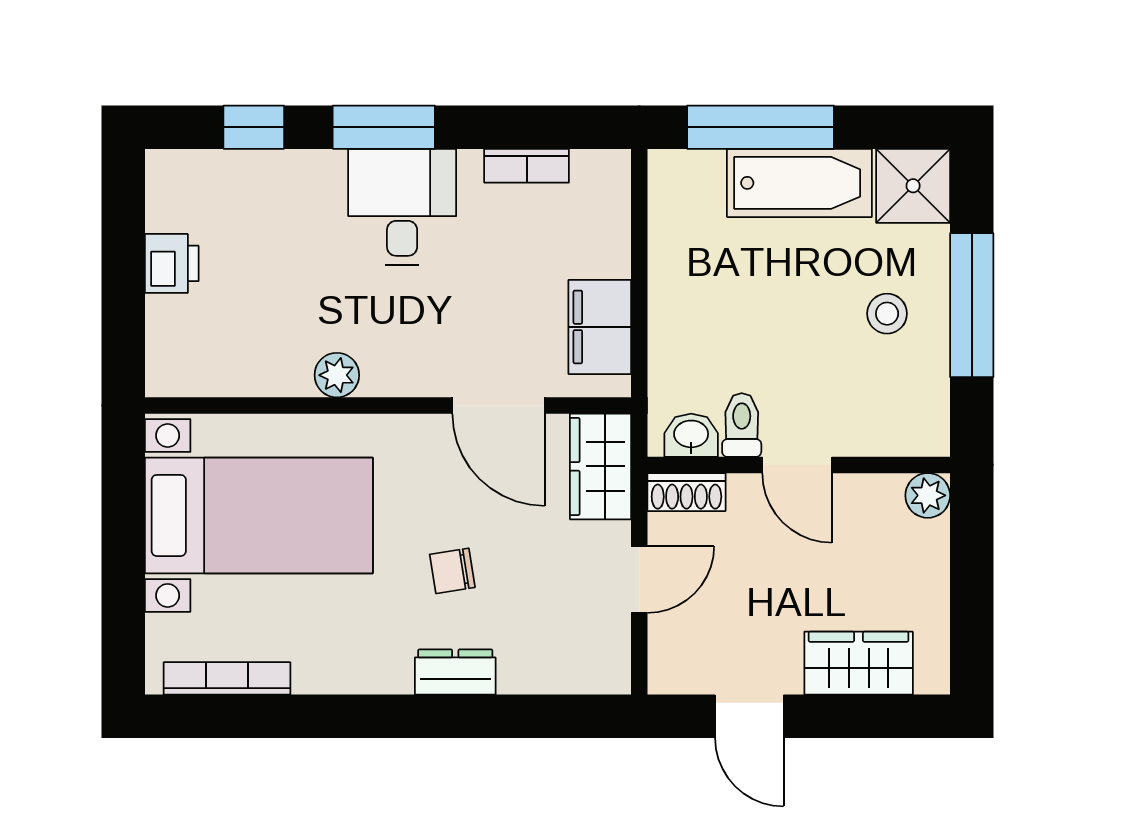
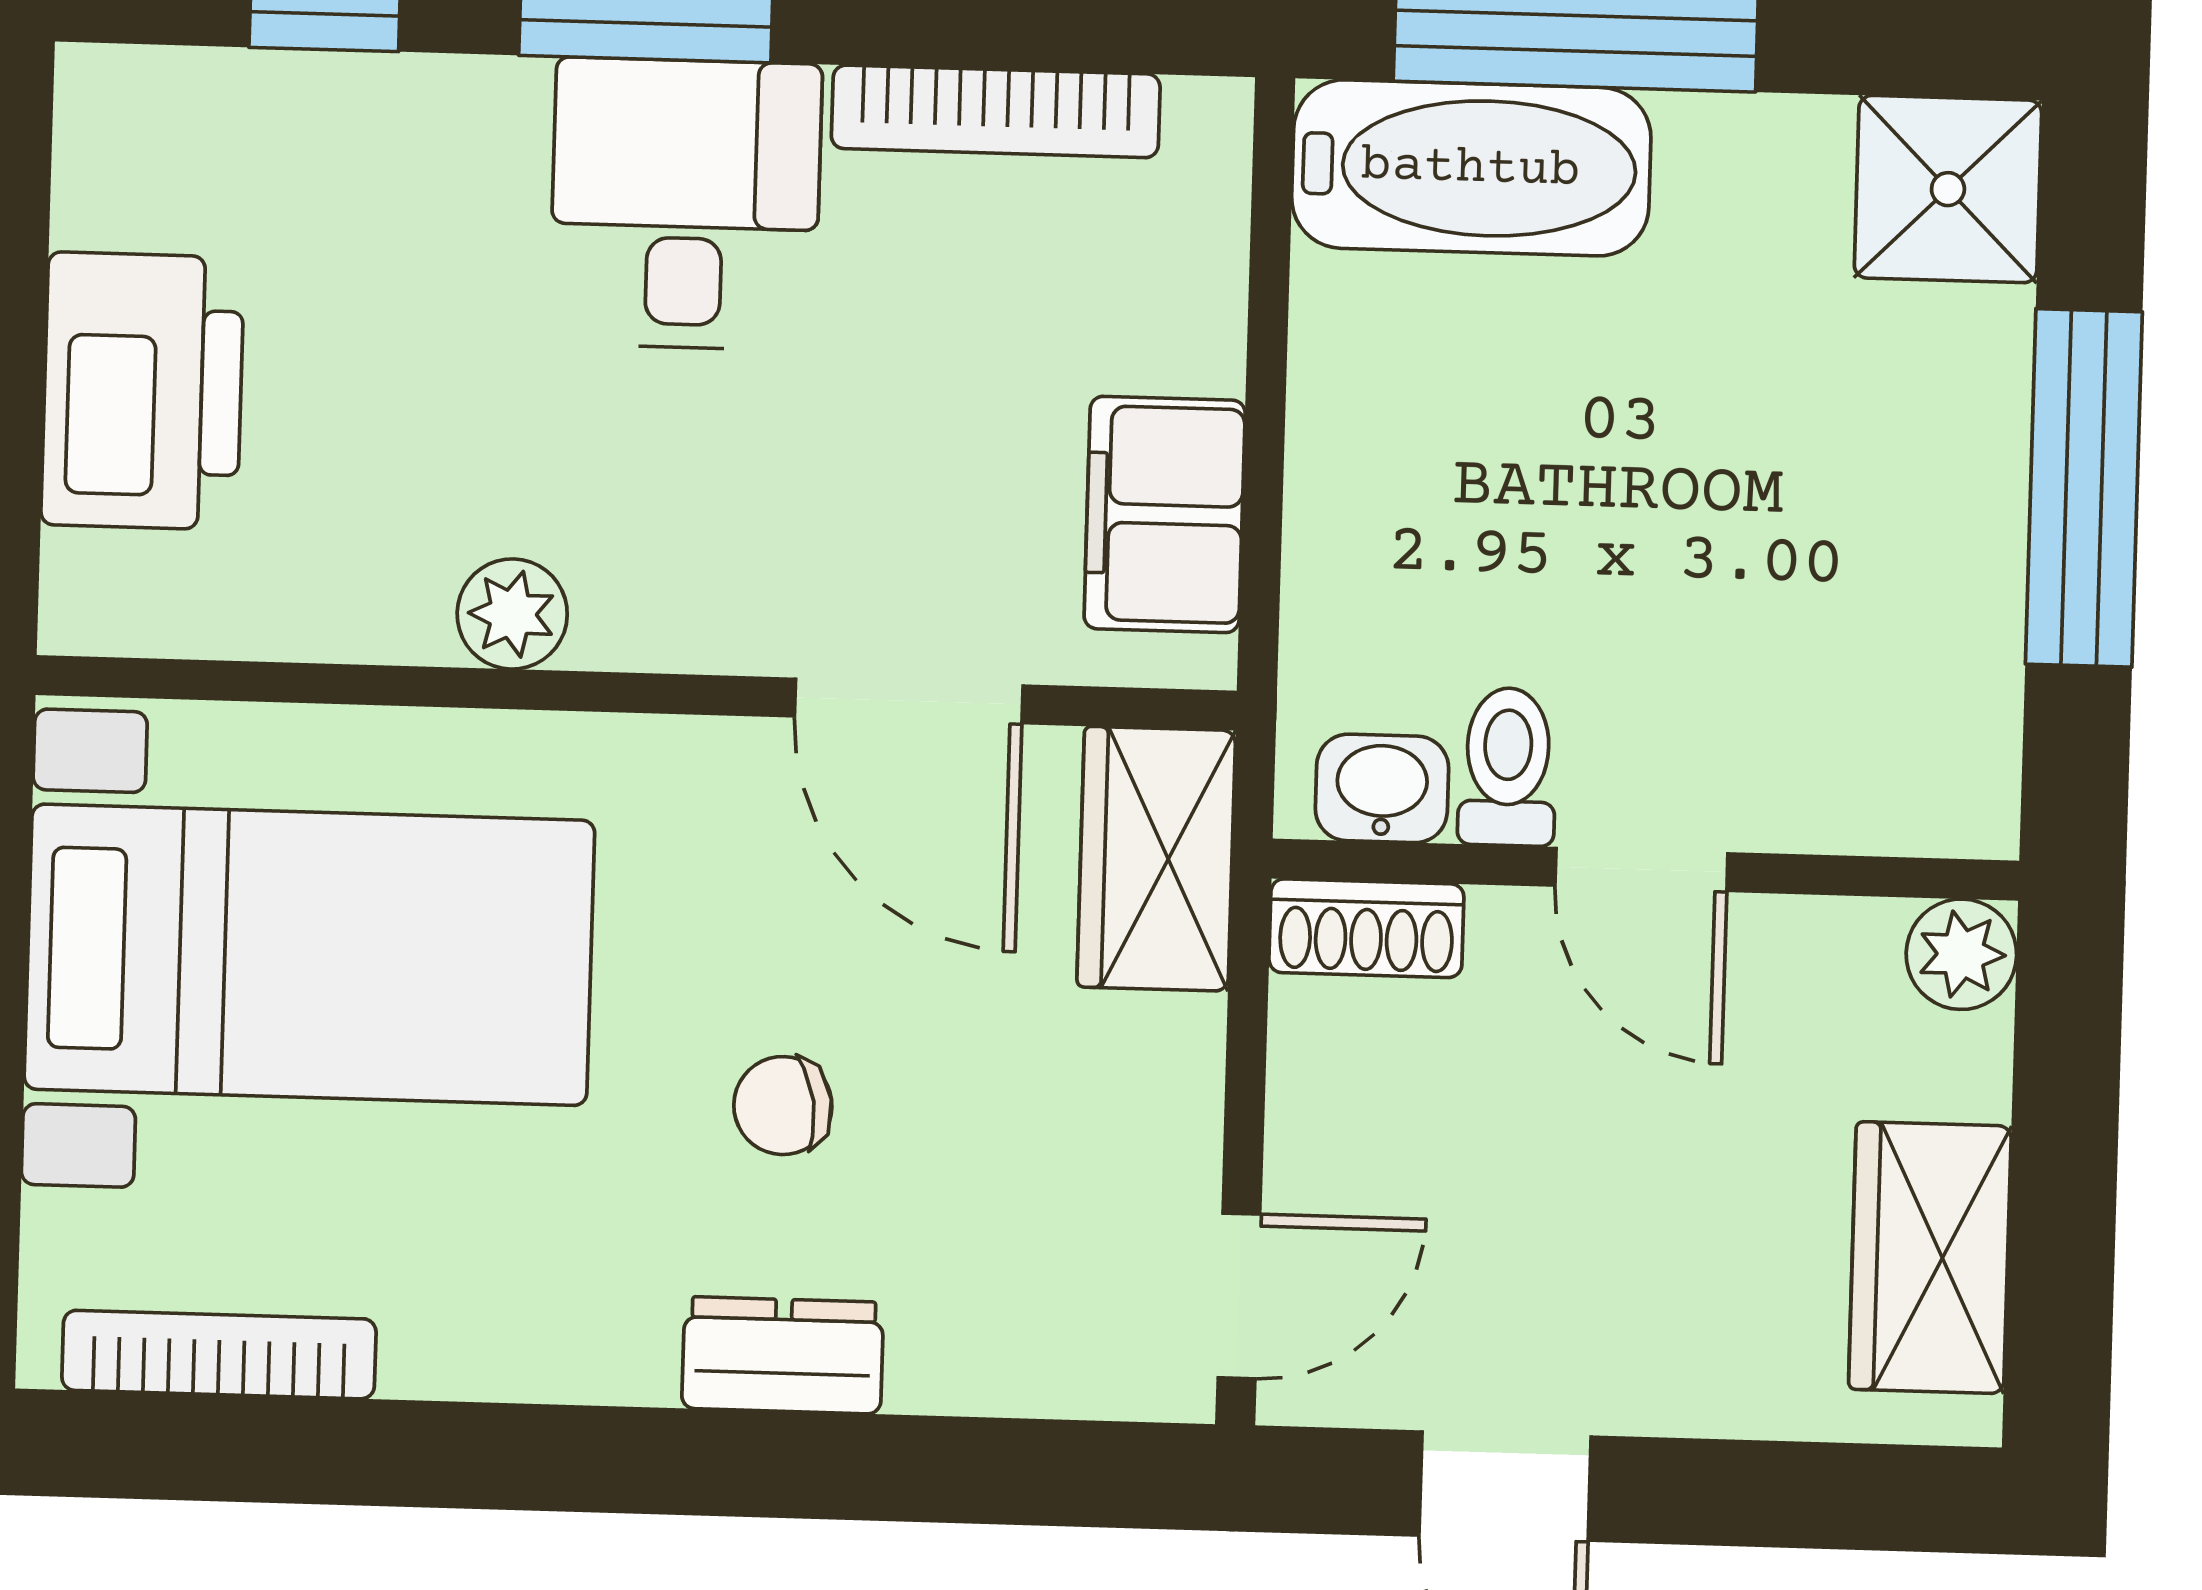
bookcase: (527, 166) -> (996, 111), width x1.56
bathtub: (799, 183) -> (1471, 168), moved
printer: (172, 263) -> (143, 391), width x1.87, depth x1.48
stool: (887, 314) -> (1874, 503), removed
door: (639, 580) -> (1239, 1296), moved
wardrobe: (859, 663) -> (1930, 1258), moved, turned -90

